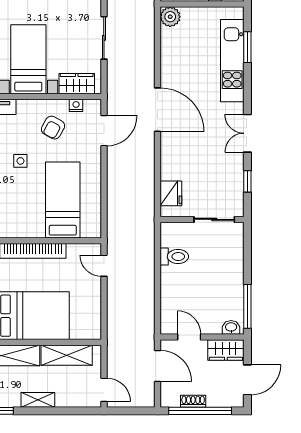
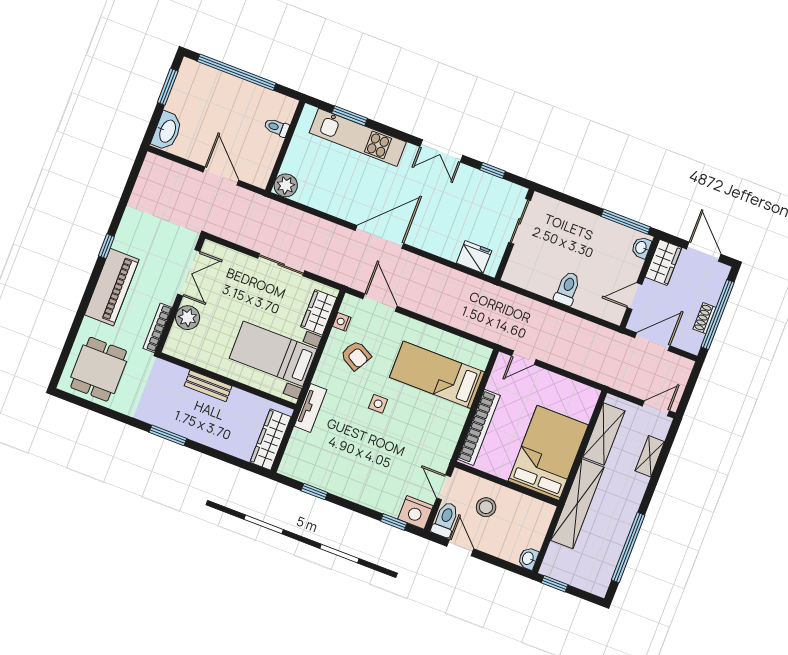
toilet: (174, 256) -> (567, 289), moved
shelving: (38, 400) -> (650, 456), moved

